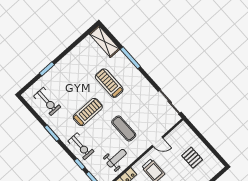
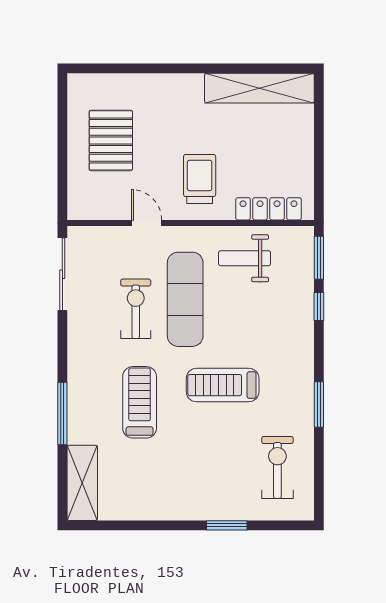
treadmill: (109, 83) -> (140, 402), turned 180
exercise mat: (124, 129) -> (185, 299), width x1.36, depth x1.45
exercise bike: (81, 146) -> (136, 309), moved
pallet: (192, 158) -> (111, 140), width x1.50, depth x1.42

